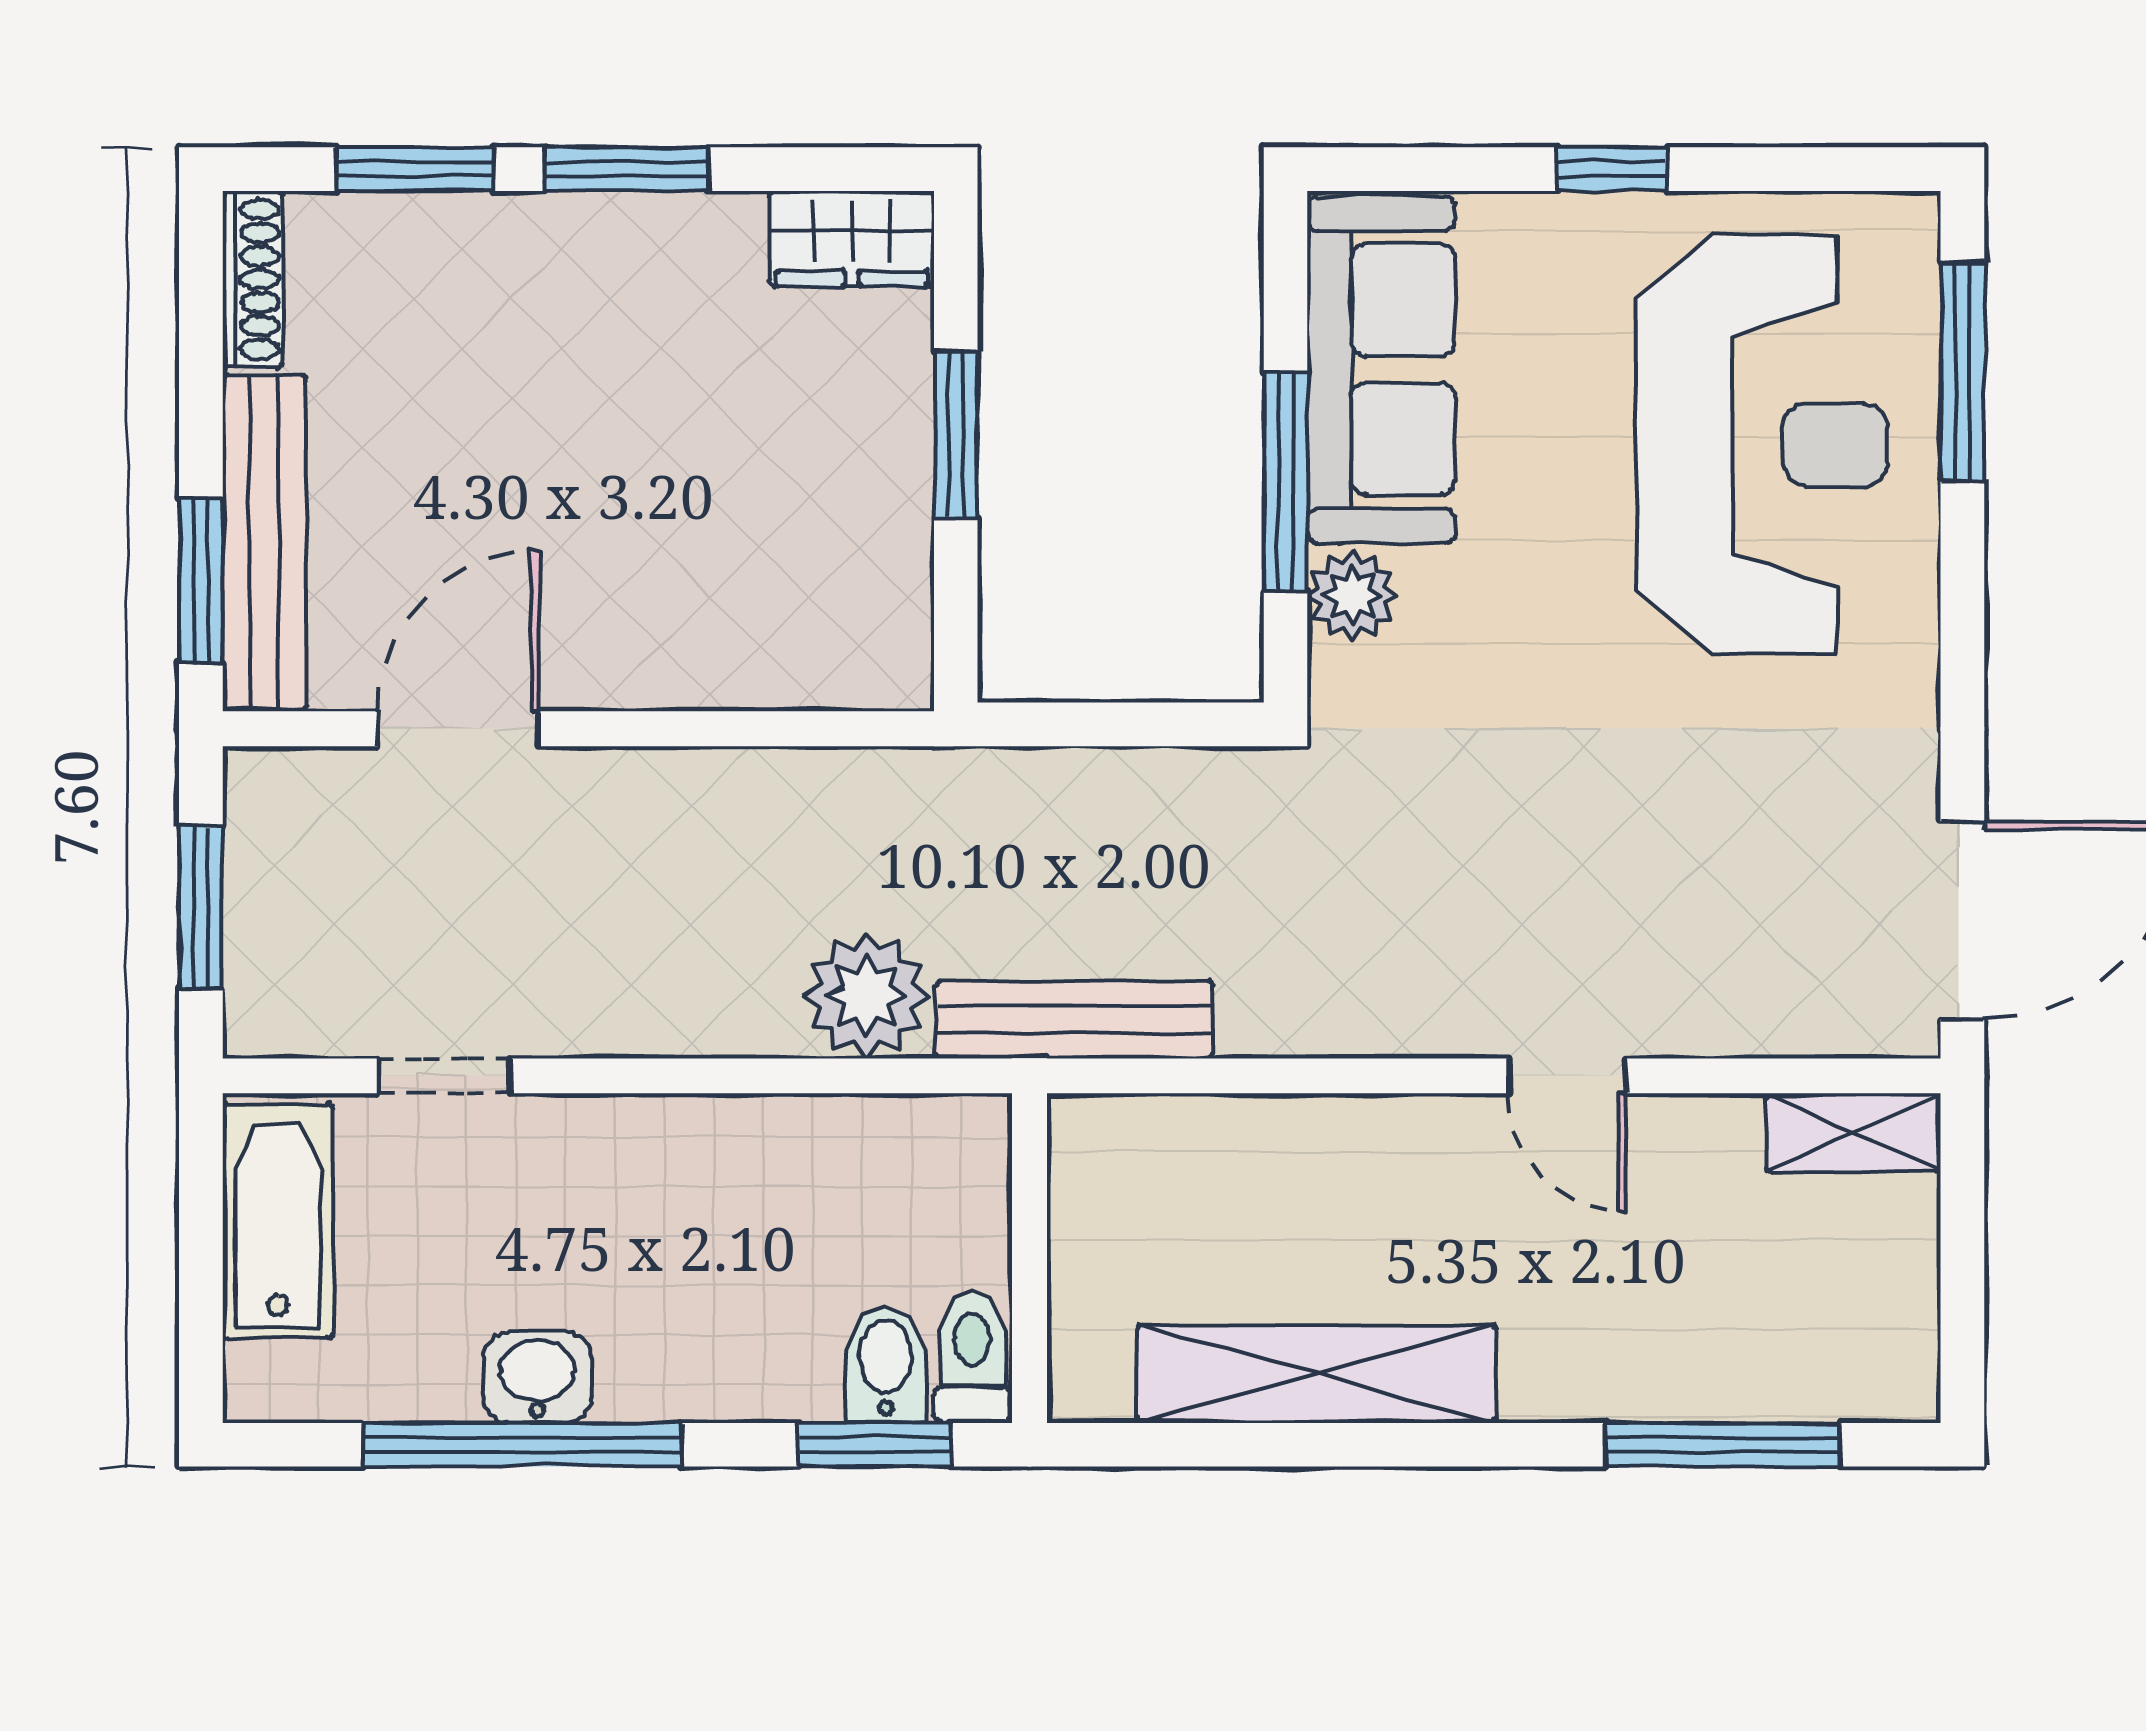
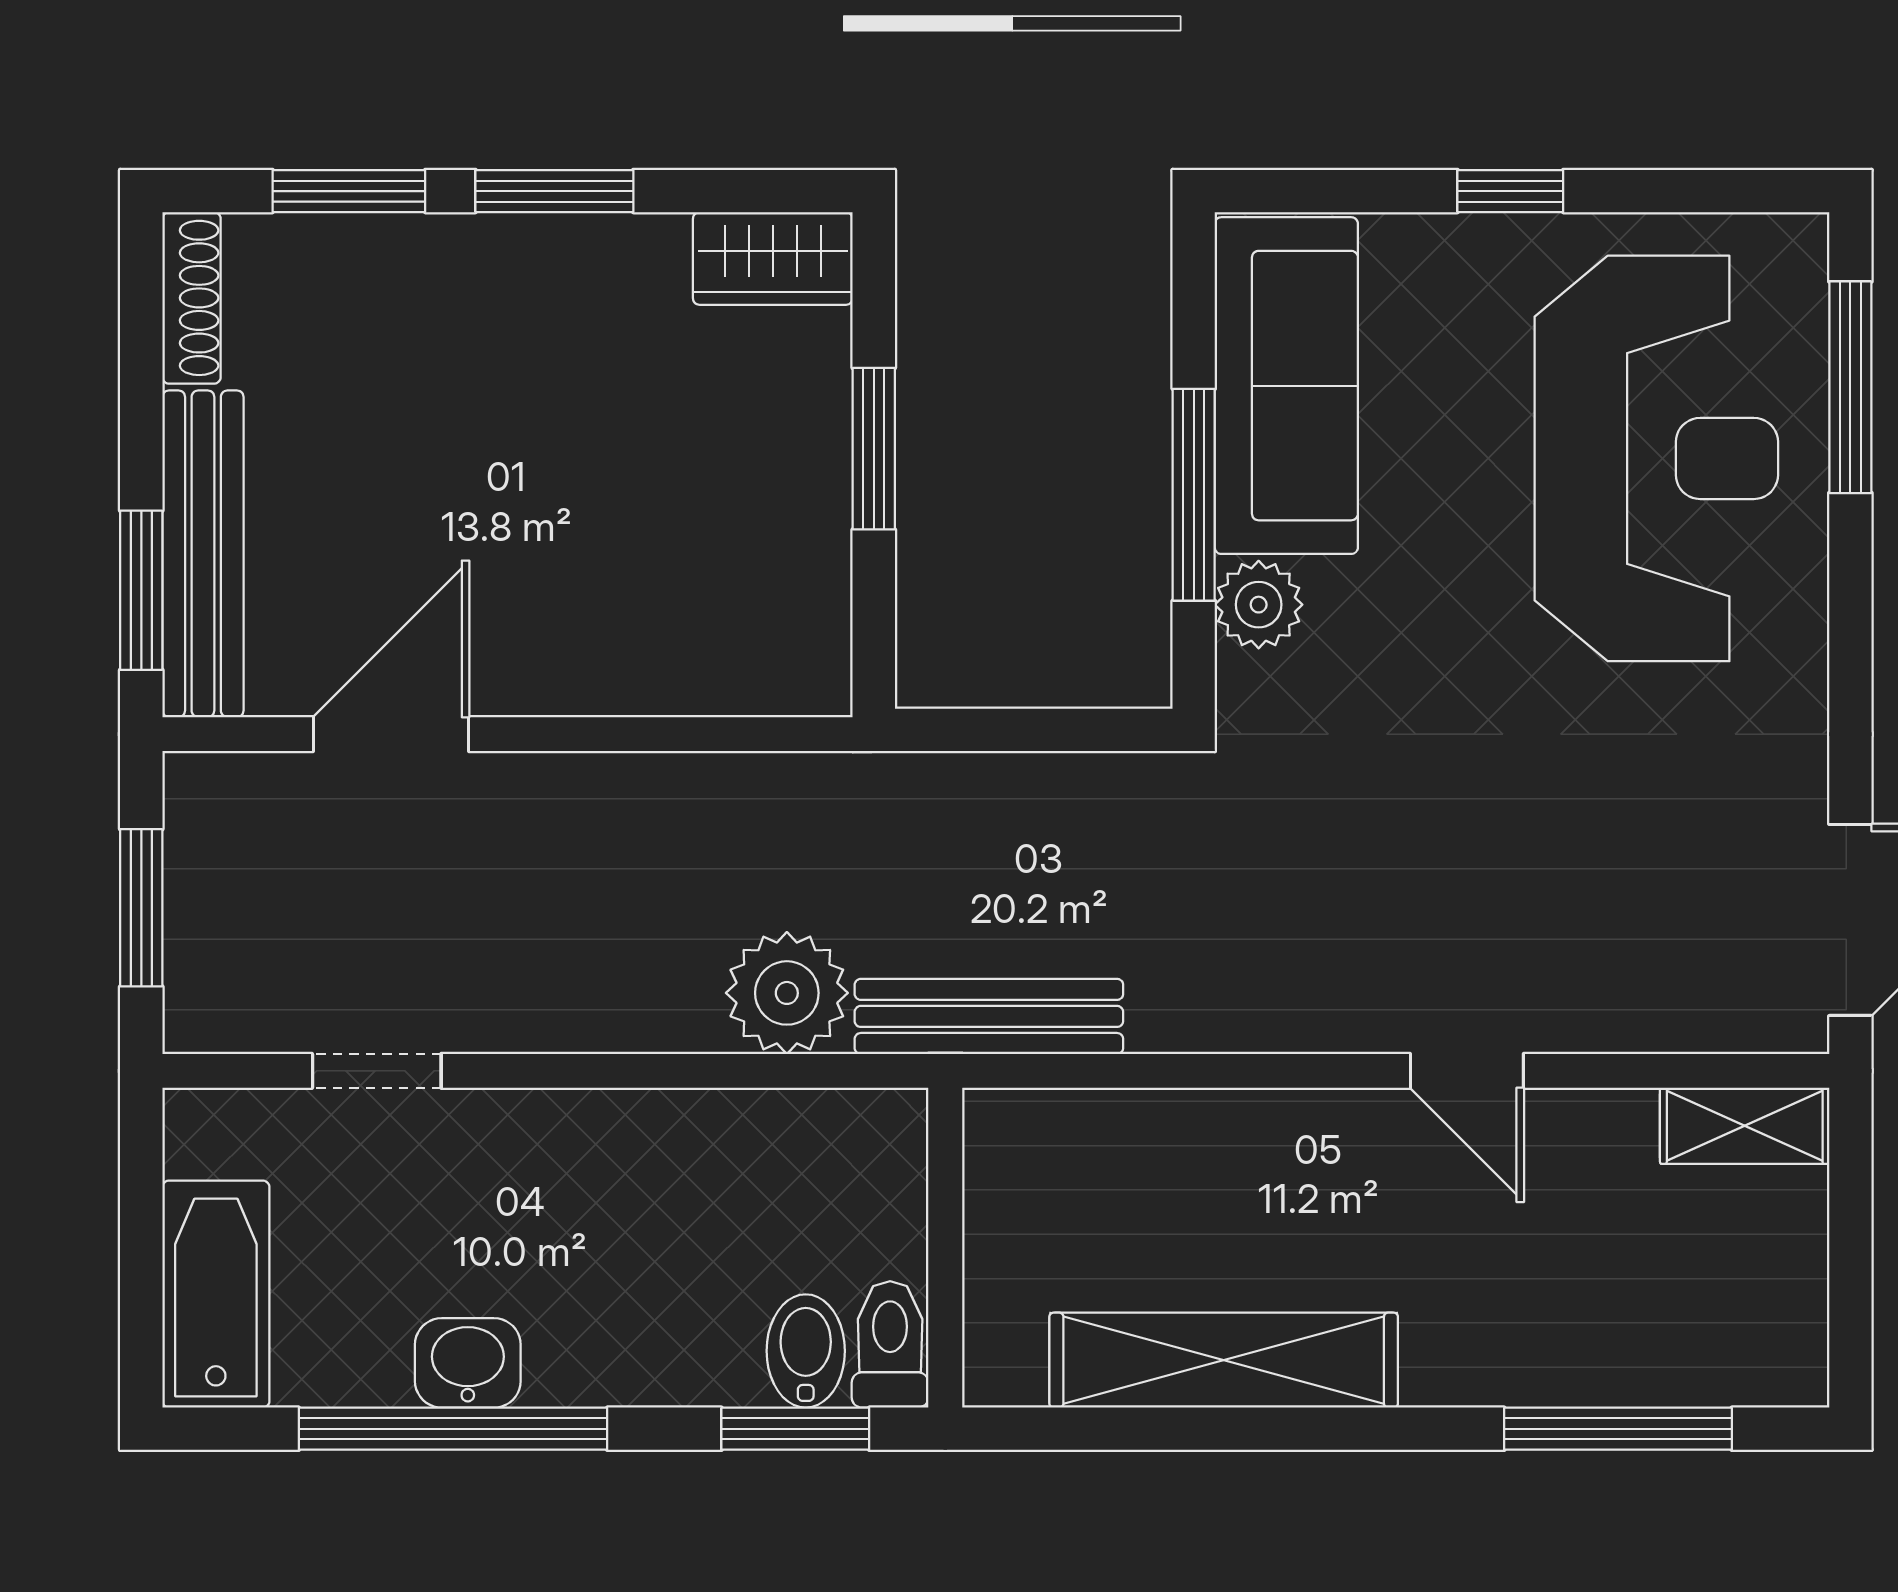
bathtub: (278, 1221) -> (216, 1294), moved

